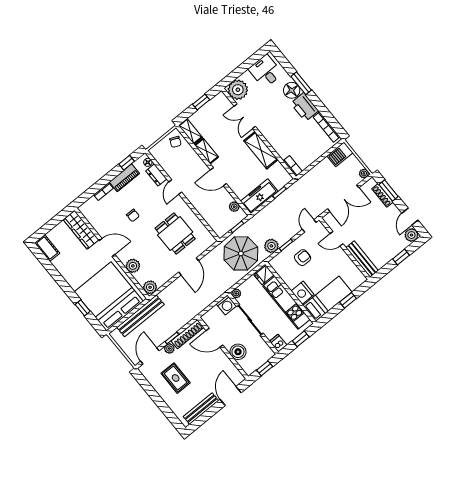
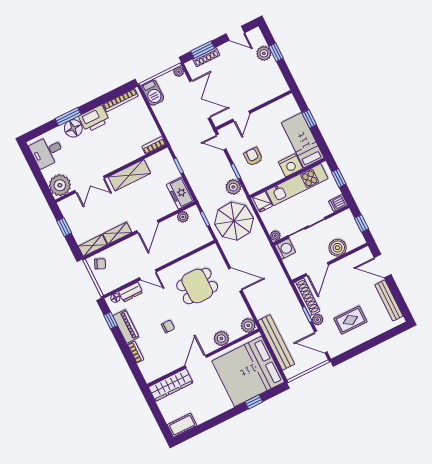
freezer: (259, 196) -> (180, 193), width x0.71
plant: (411, 235) -> (264, 53), moved
bench: (362, 259) -> (269, 94), removed

